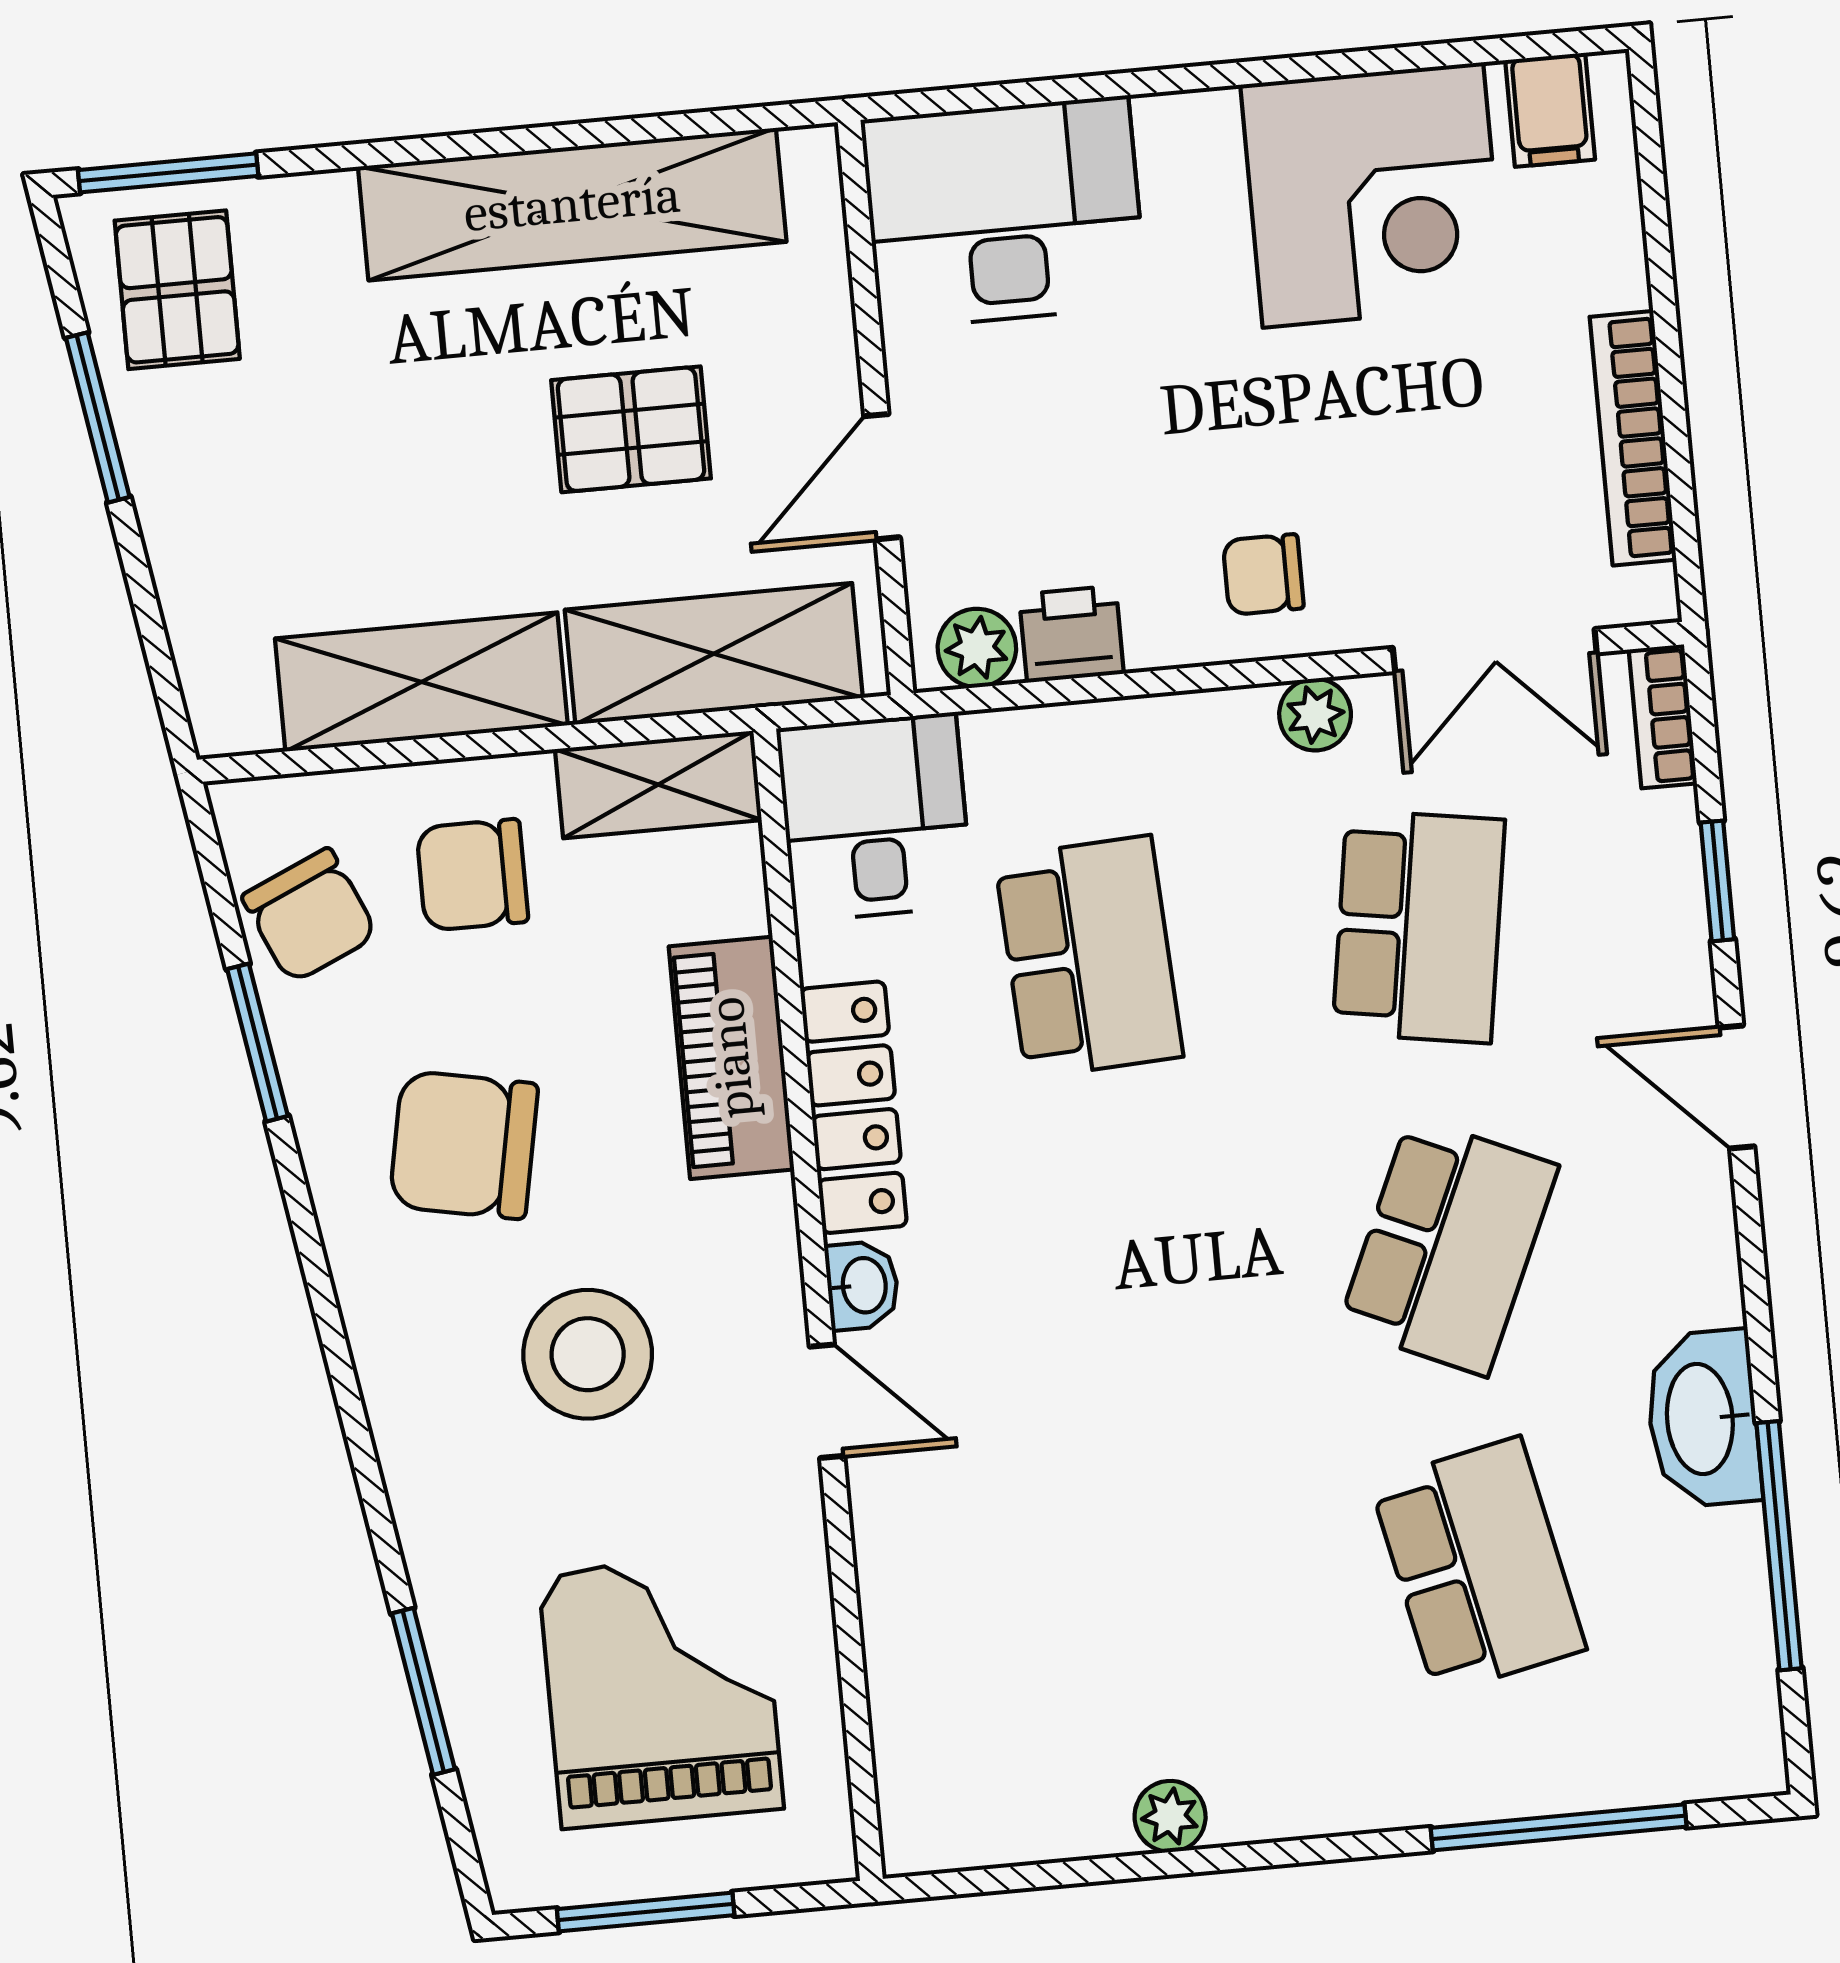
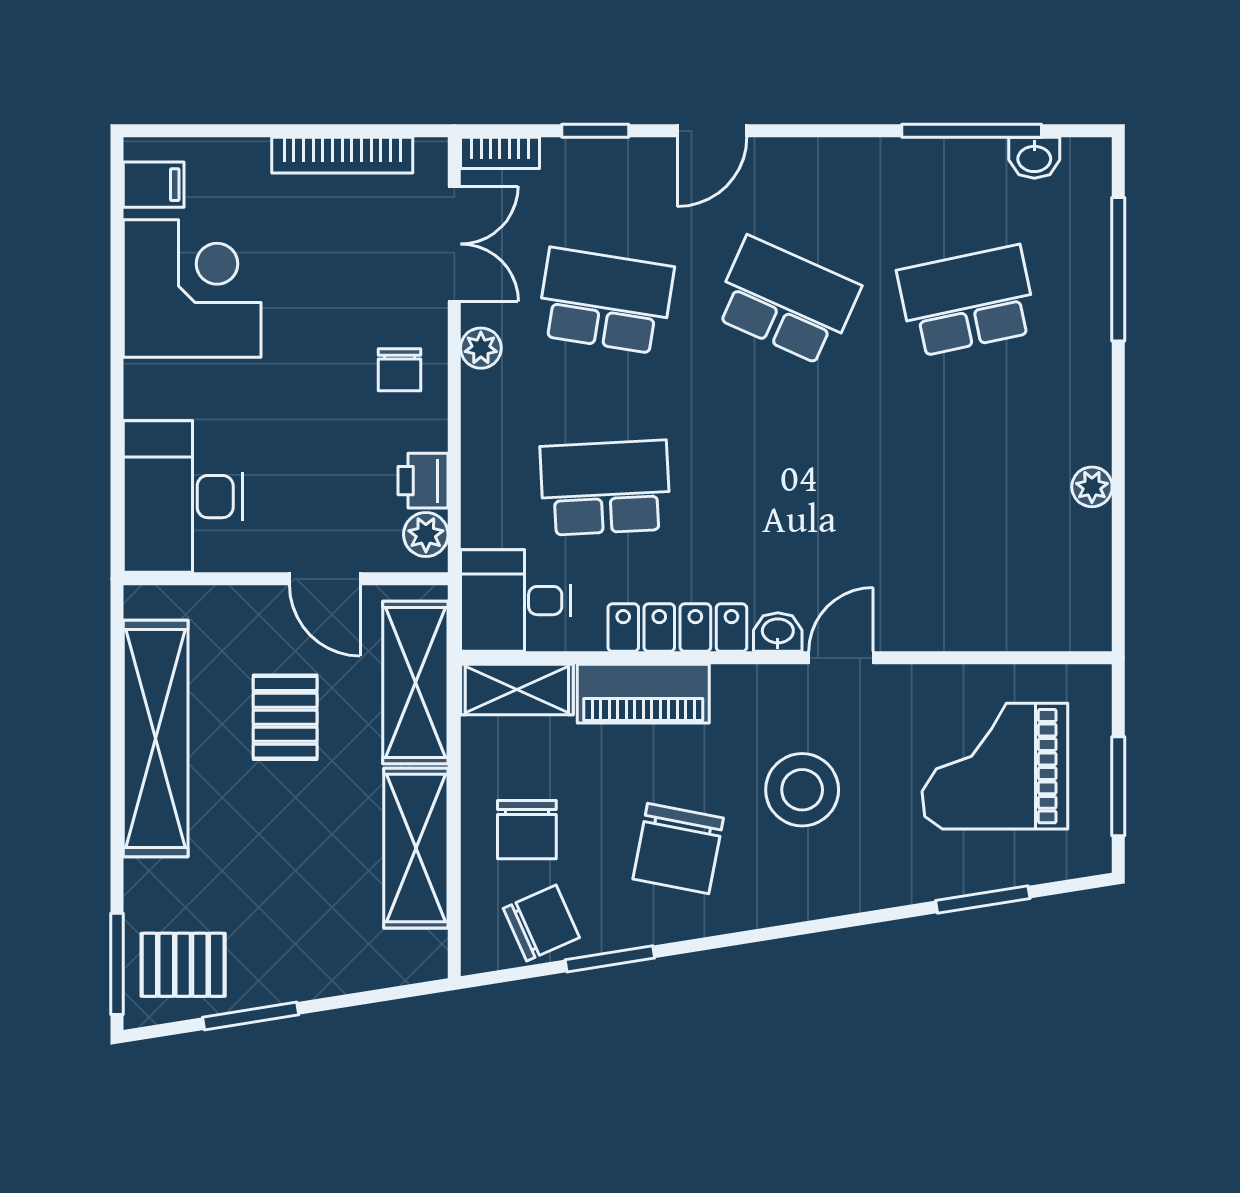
shelving: (658, 785) -> (517, 689), moved, turned 90
washbasin: (1703, 1419) -> (1034, 158), moved, width x0.52, depth x0.69

